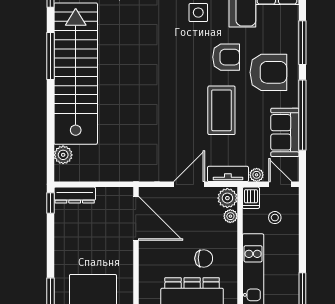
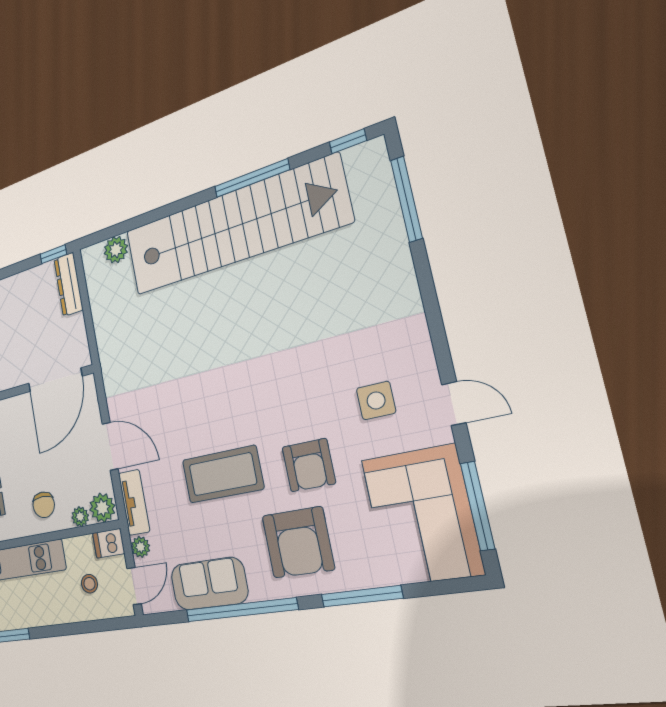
chair: (204, 258) -> (44, 505), moved

